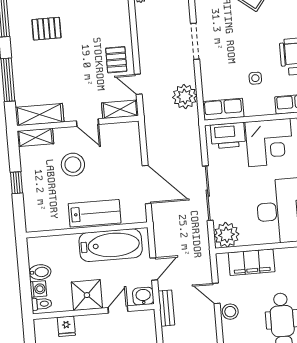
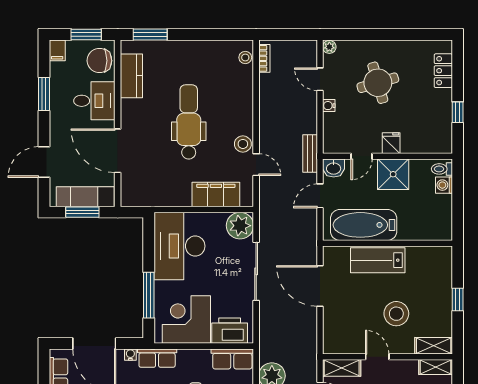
shelving: (40, 115) -> (436, 367), width x0.67, depth x0.75
bidet: (40, 272) -> (441, 203), removed
fridge: (66, 326) -> (391, 143), moved

